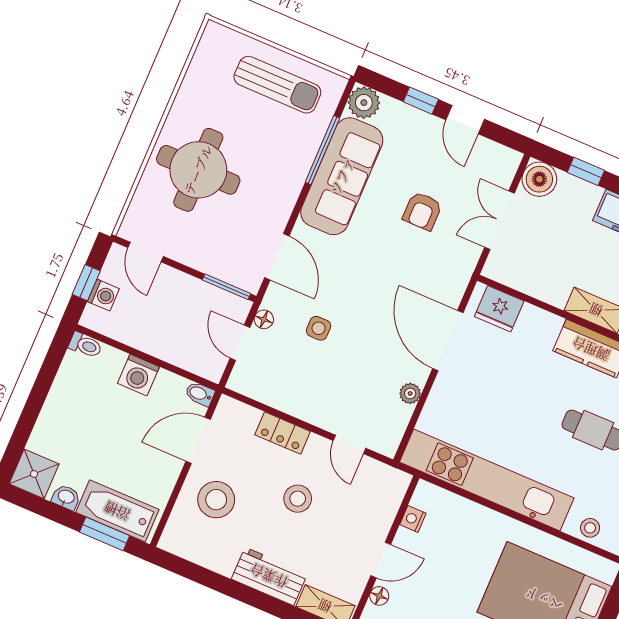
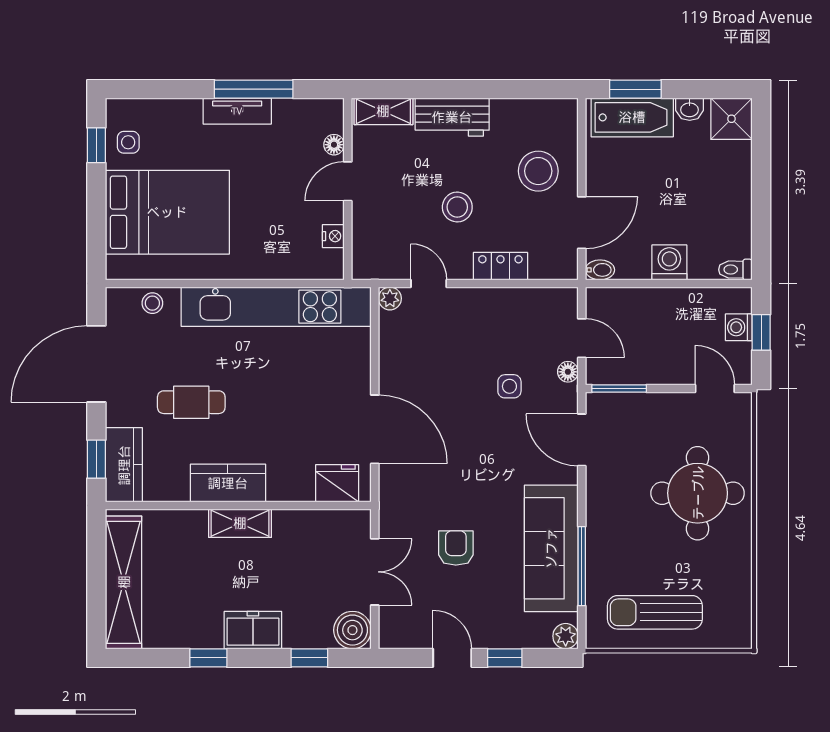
plant: (364, 103) -> (566, 636), width x0.73, depth x0.73
plant: (410, 393) -> (390, 298), moved

